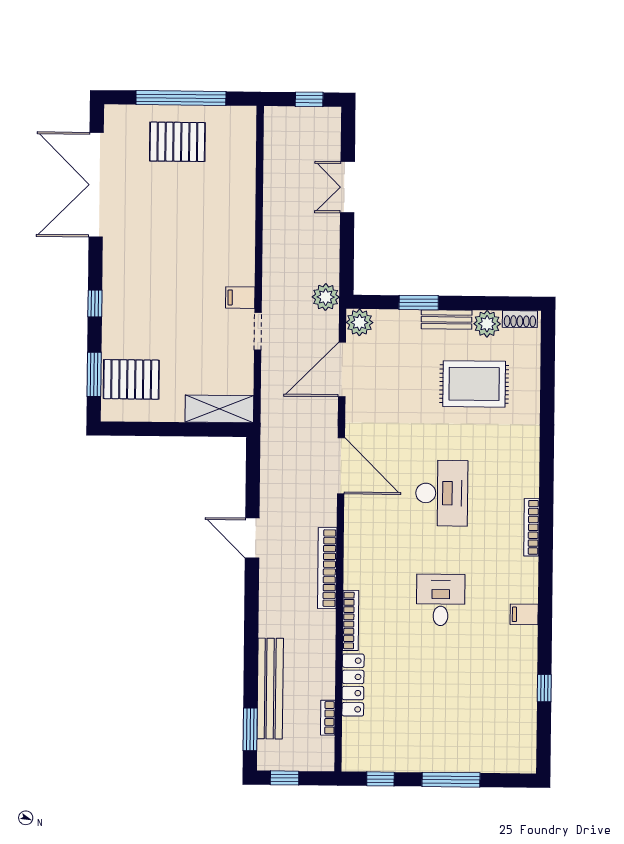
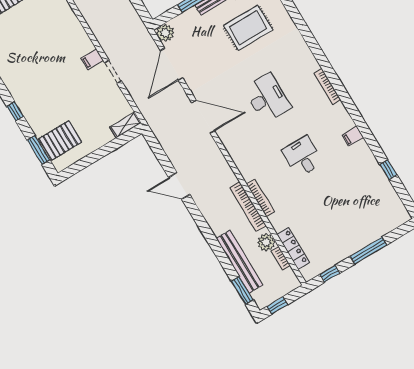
plant: (326, 297) -> (266, 242), moved
shelving: (219, 409) -> (125, 125), width x0.67, depth x0.75
bookcase: (327, 568) -> (248, 207), moved
locker: (353, 685) -> (293, 248), moved

